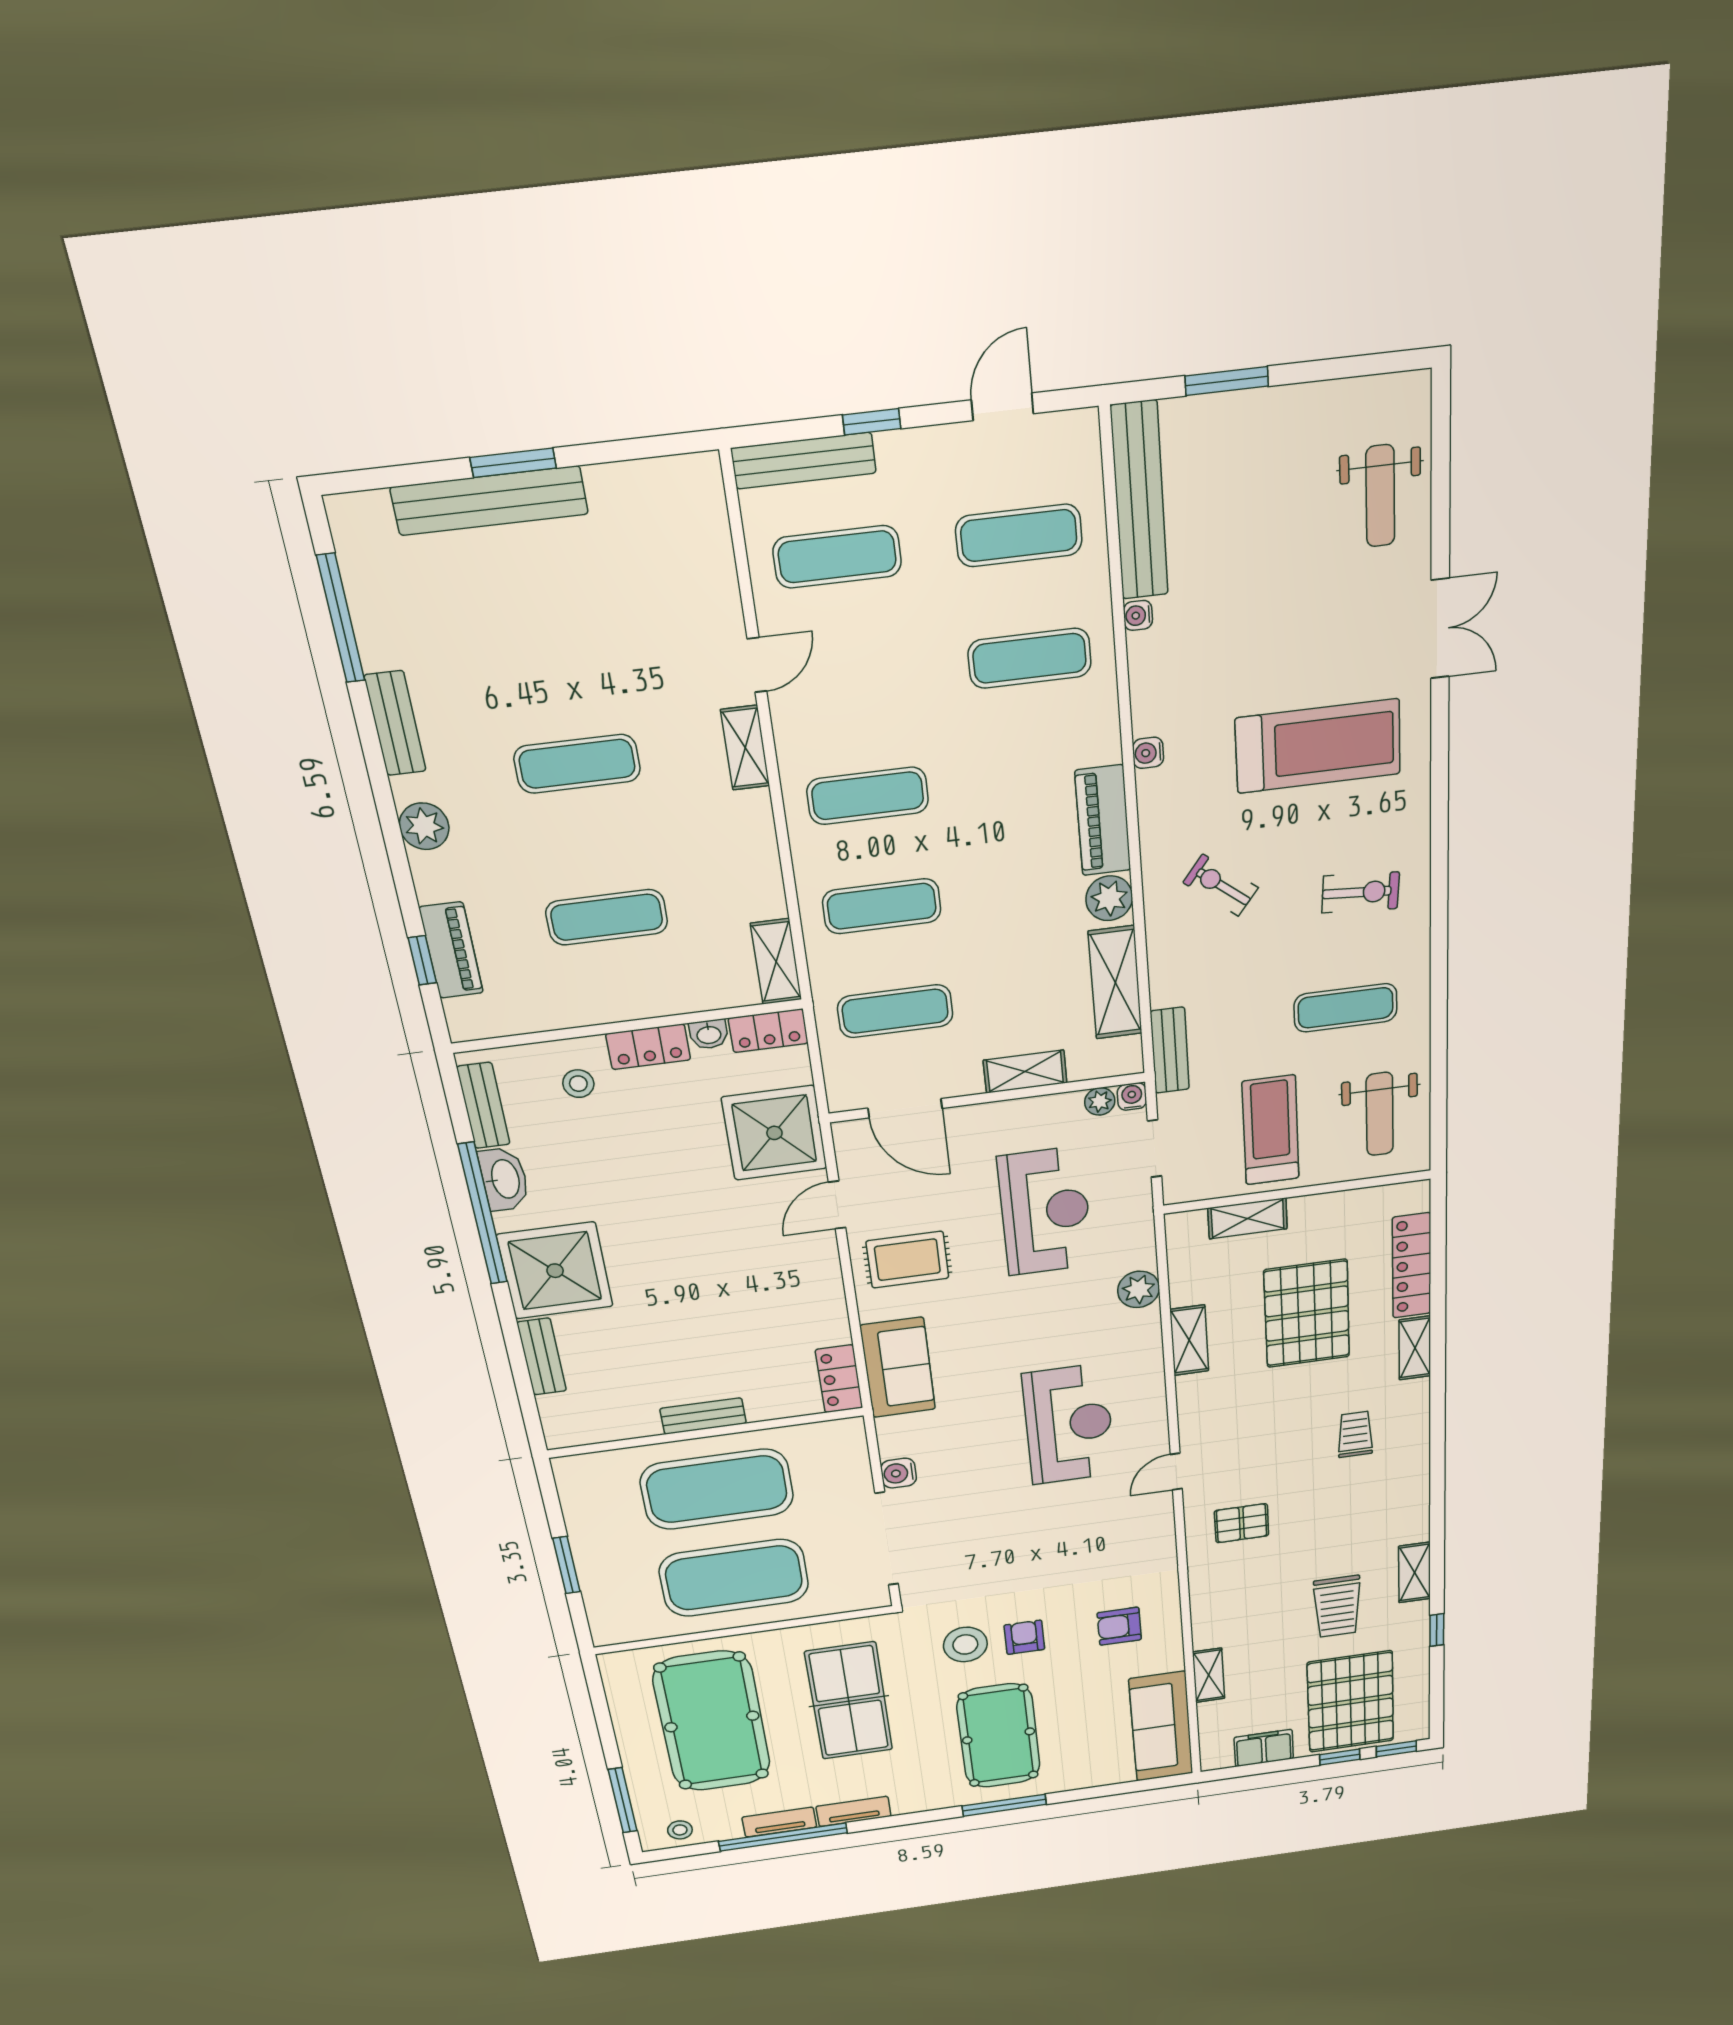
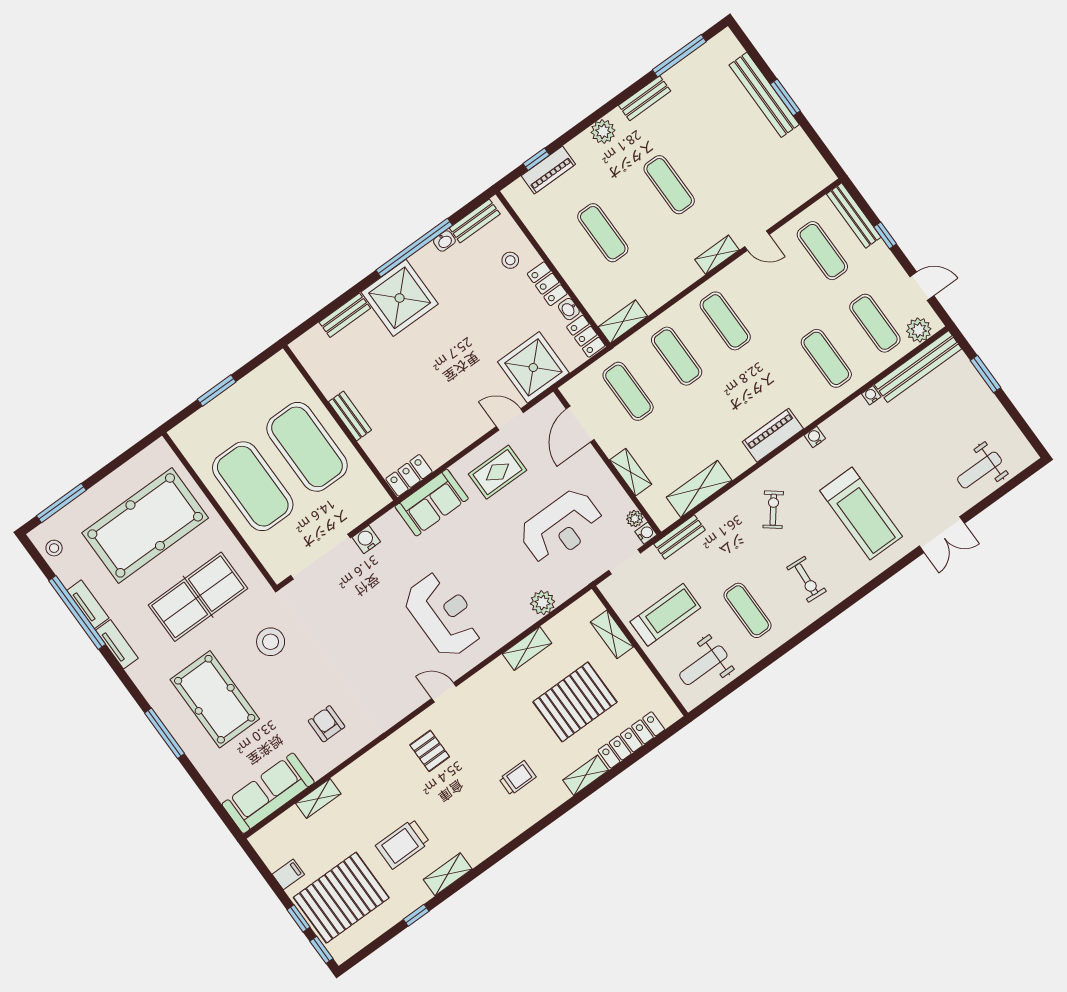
plant: (1109, 898) -> (919, 330), moved
washbasin: (504, 1179) -> (444, 241), width x0.52, depth x0.69
rug: (907, 1260) -> (498, 472), turned 90
reception desk: (1069, 1424) -> (443, 614), turned -90
armchair: (1024, 1637) -> (292, 673), removed
pool table: (999, 1736) -> (215, 699), turned 90
filing cabinet: (1264, 1748) -> (288, 874), width x0.50

